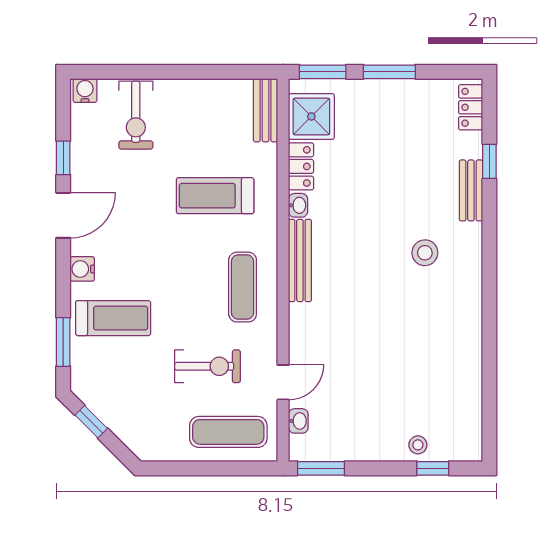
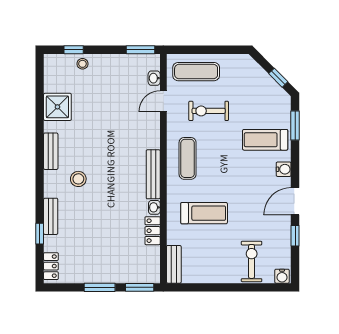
shower: (311, 116) -> (57, 107), moved
bench: (471, 299) -> (51, 151), added

